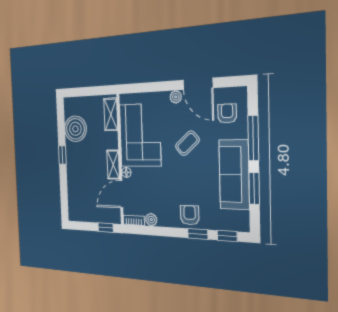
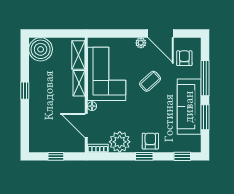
boiler: (75, 129) -> (41, 49), moved
shelving: (113, 165) -> (79, 83), moved
door: (121, 194) -> (86, 125), hinge flipped
plant: (151, 220) -> (120, 142), width x1.87, depth x1.87
window: (106, 228) -> (56, 156), moved
window: (198, 234) -> (144, 156), moved

